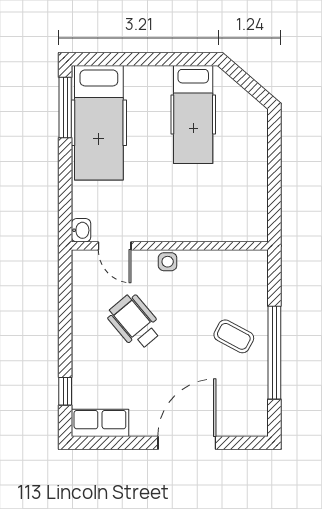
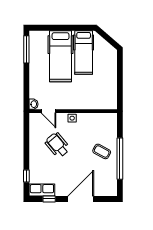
hospital bed: (99, 123) -> (61, 56), moved
window: (116, 443) -> (49, 199), added

